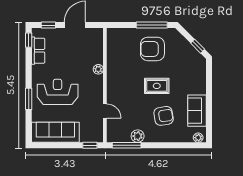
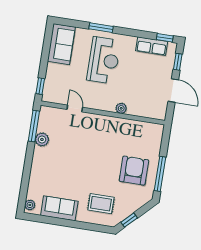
rug: (157, 86) -> (101, 204), moved, turned 90
door: (105, 111) -> (75, 108), swing flipped
armchair: (164, 116) -> (59, 171), removed
sofa: (55, 132) -> (61, 44), width x0.73

